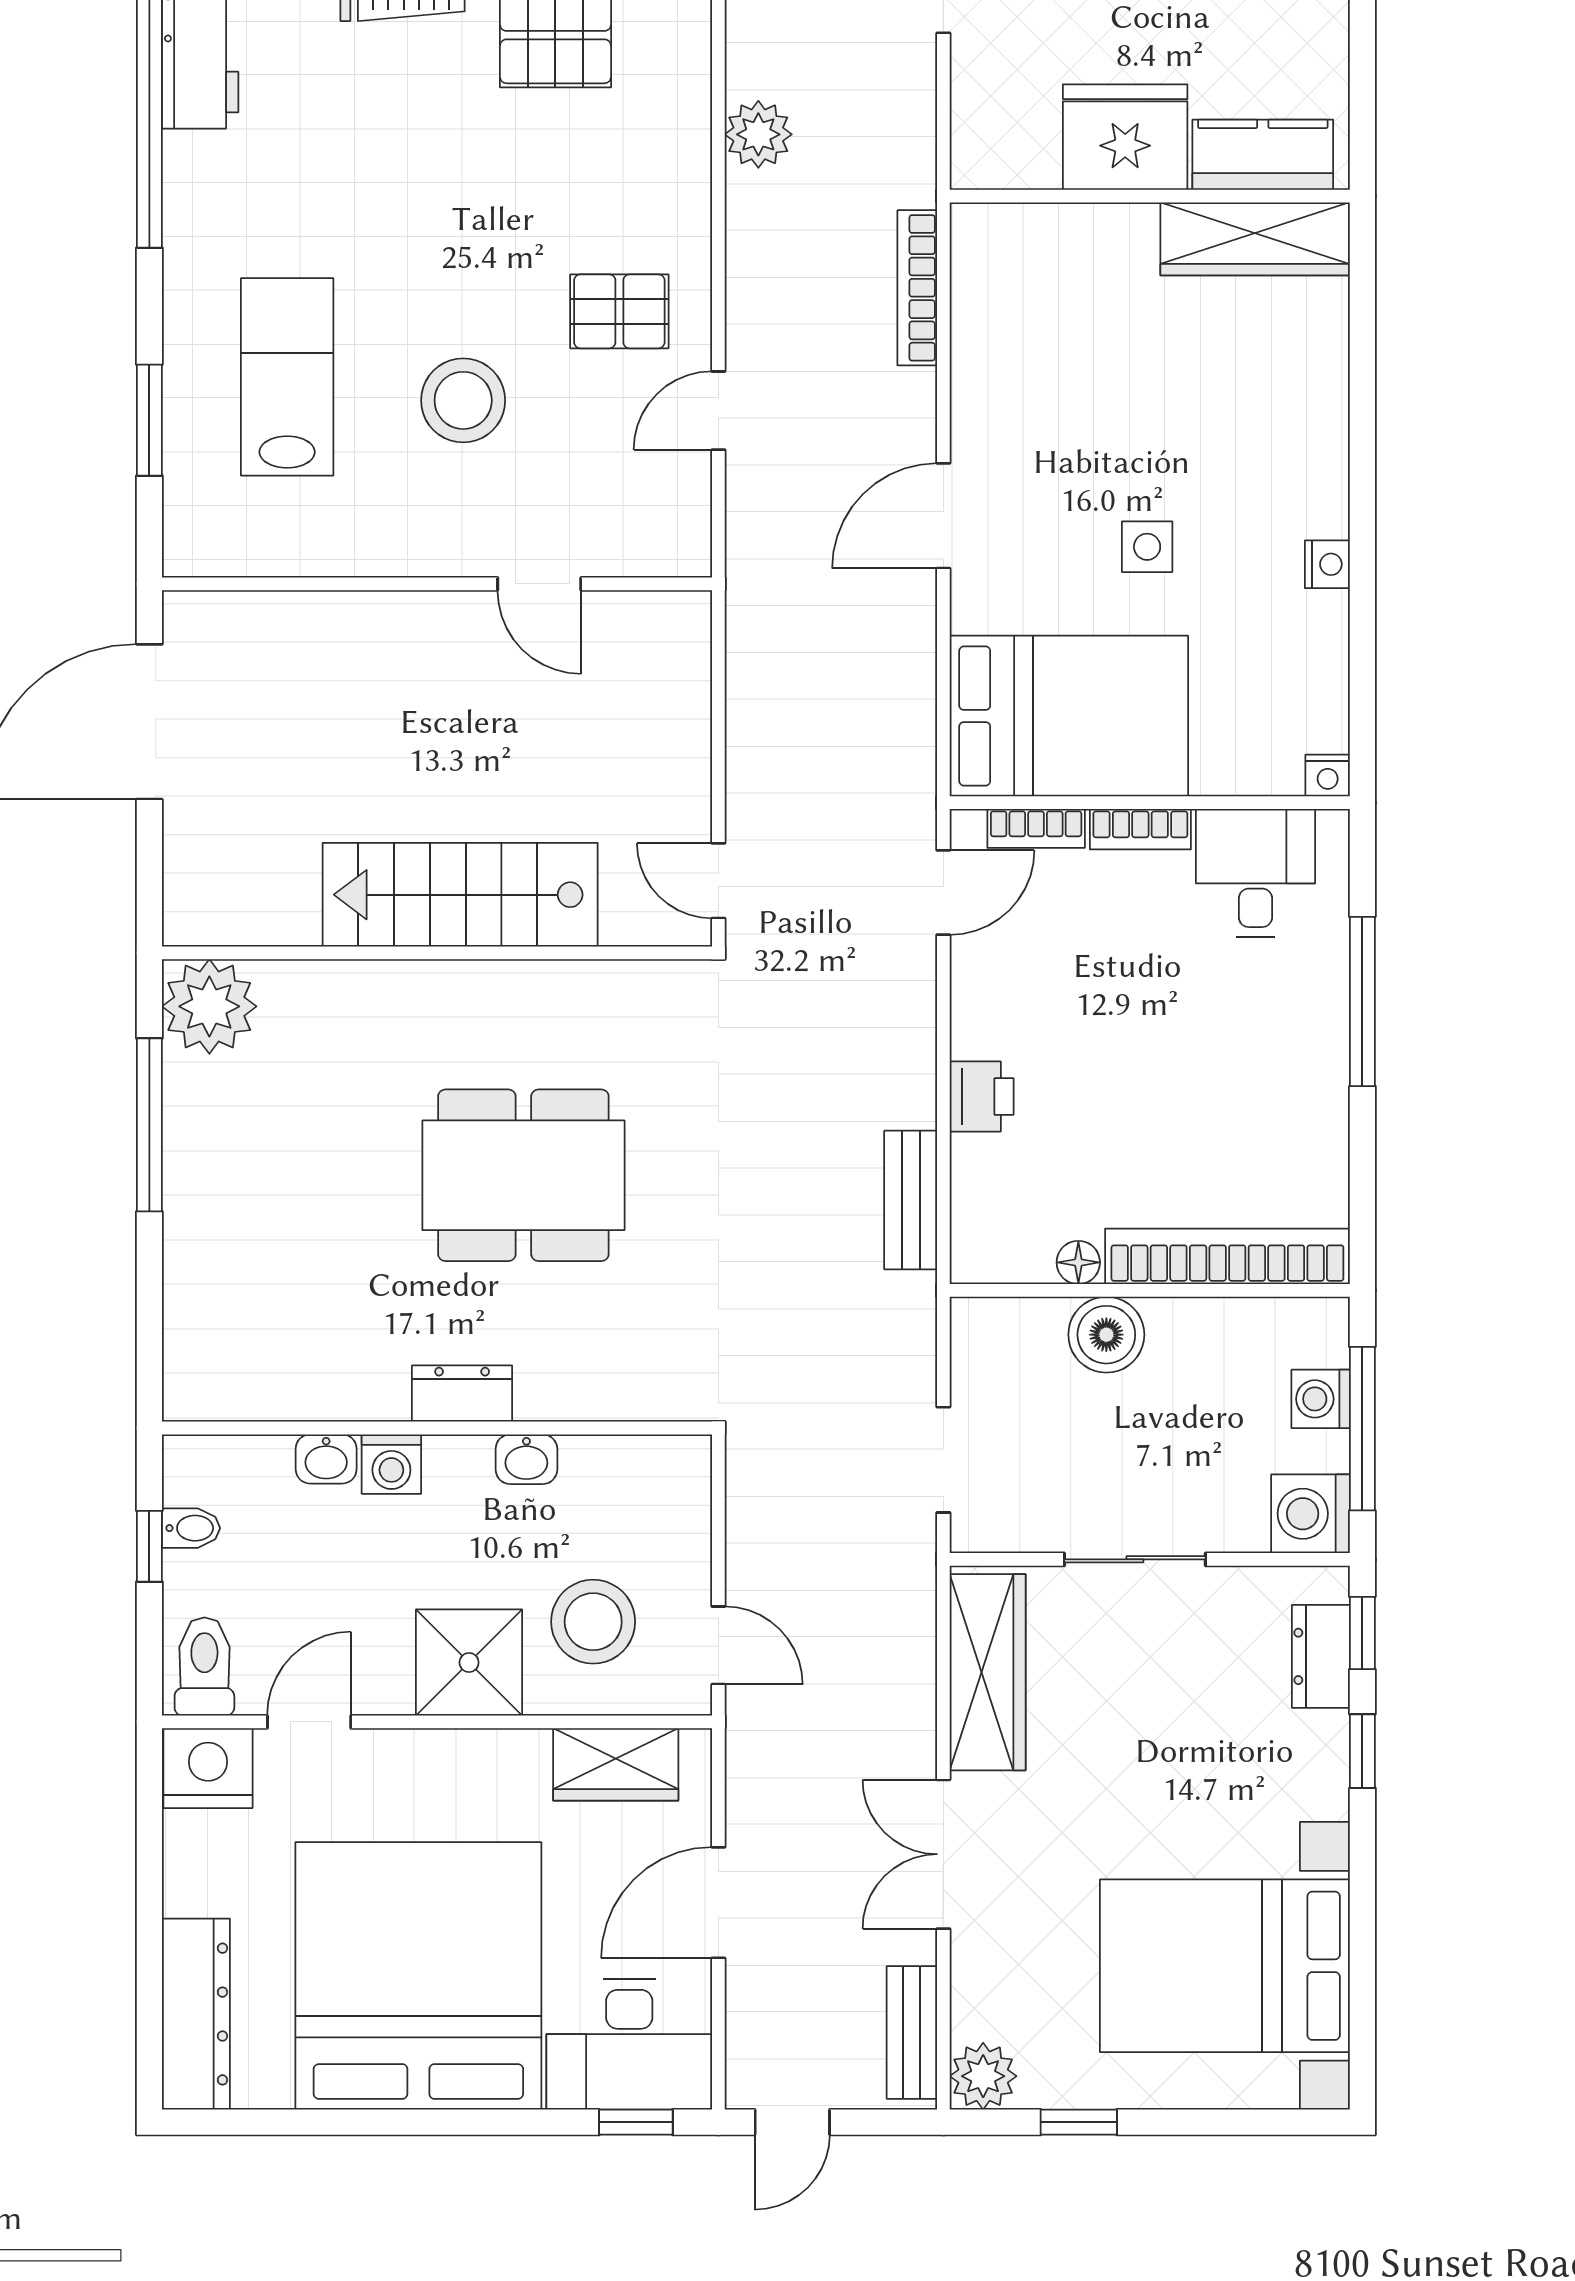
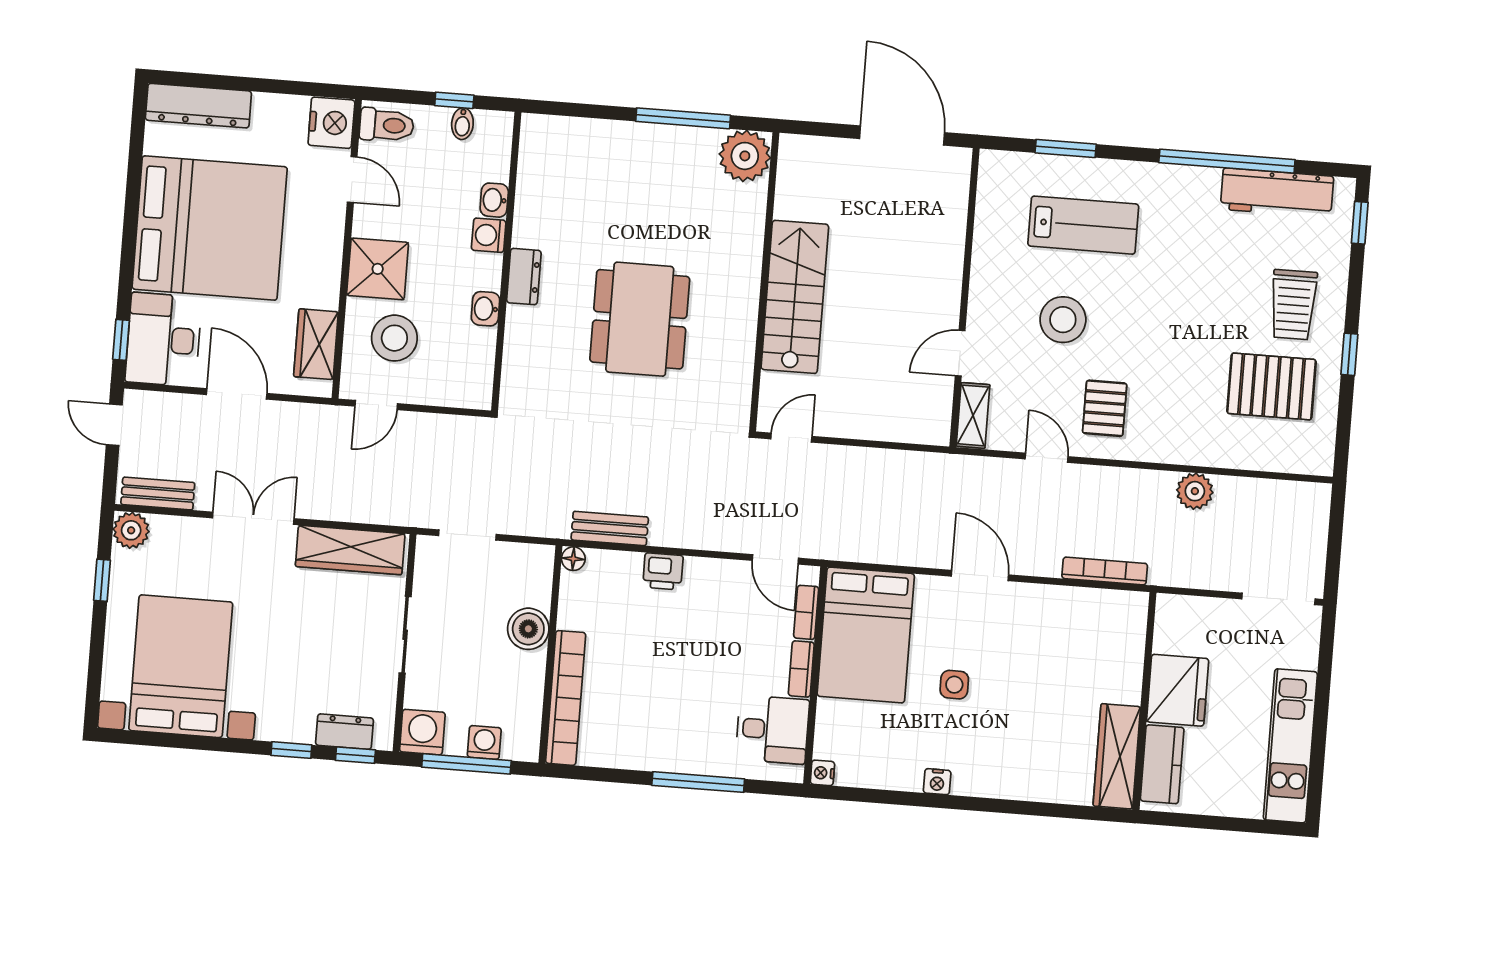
shelving: (652, 551) -> (973, 415), added
floor lamp: (1078, 1262) -> (573, 559), moved

